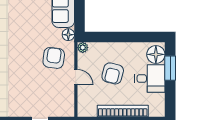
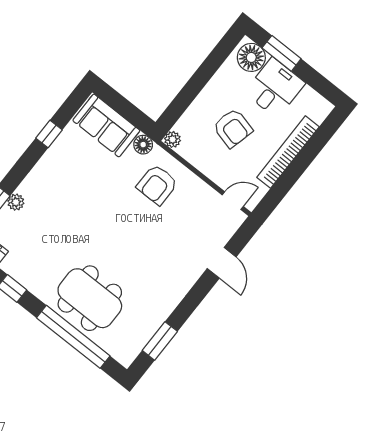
armchair: (54, 58) -> (157, 185), turned -98
door: (76, 77) -> (233, 201), moved

